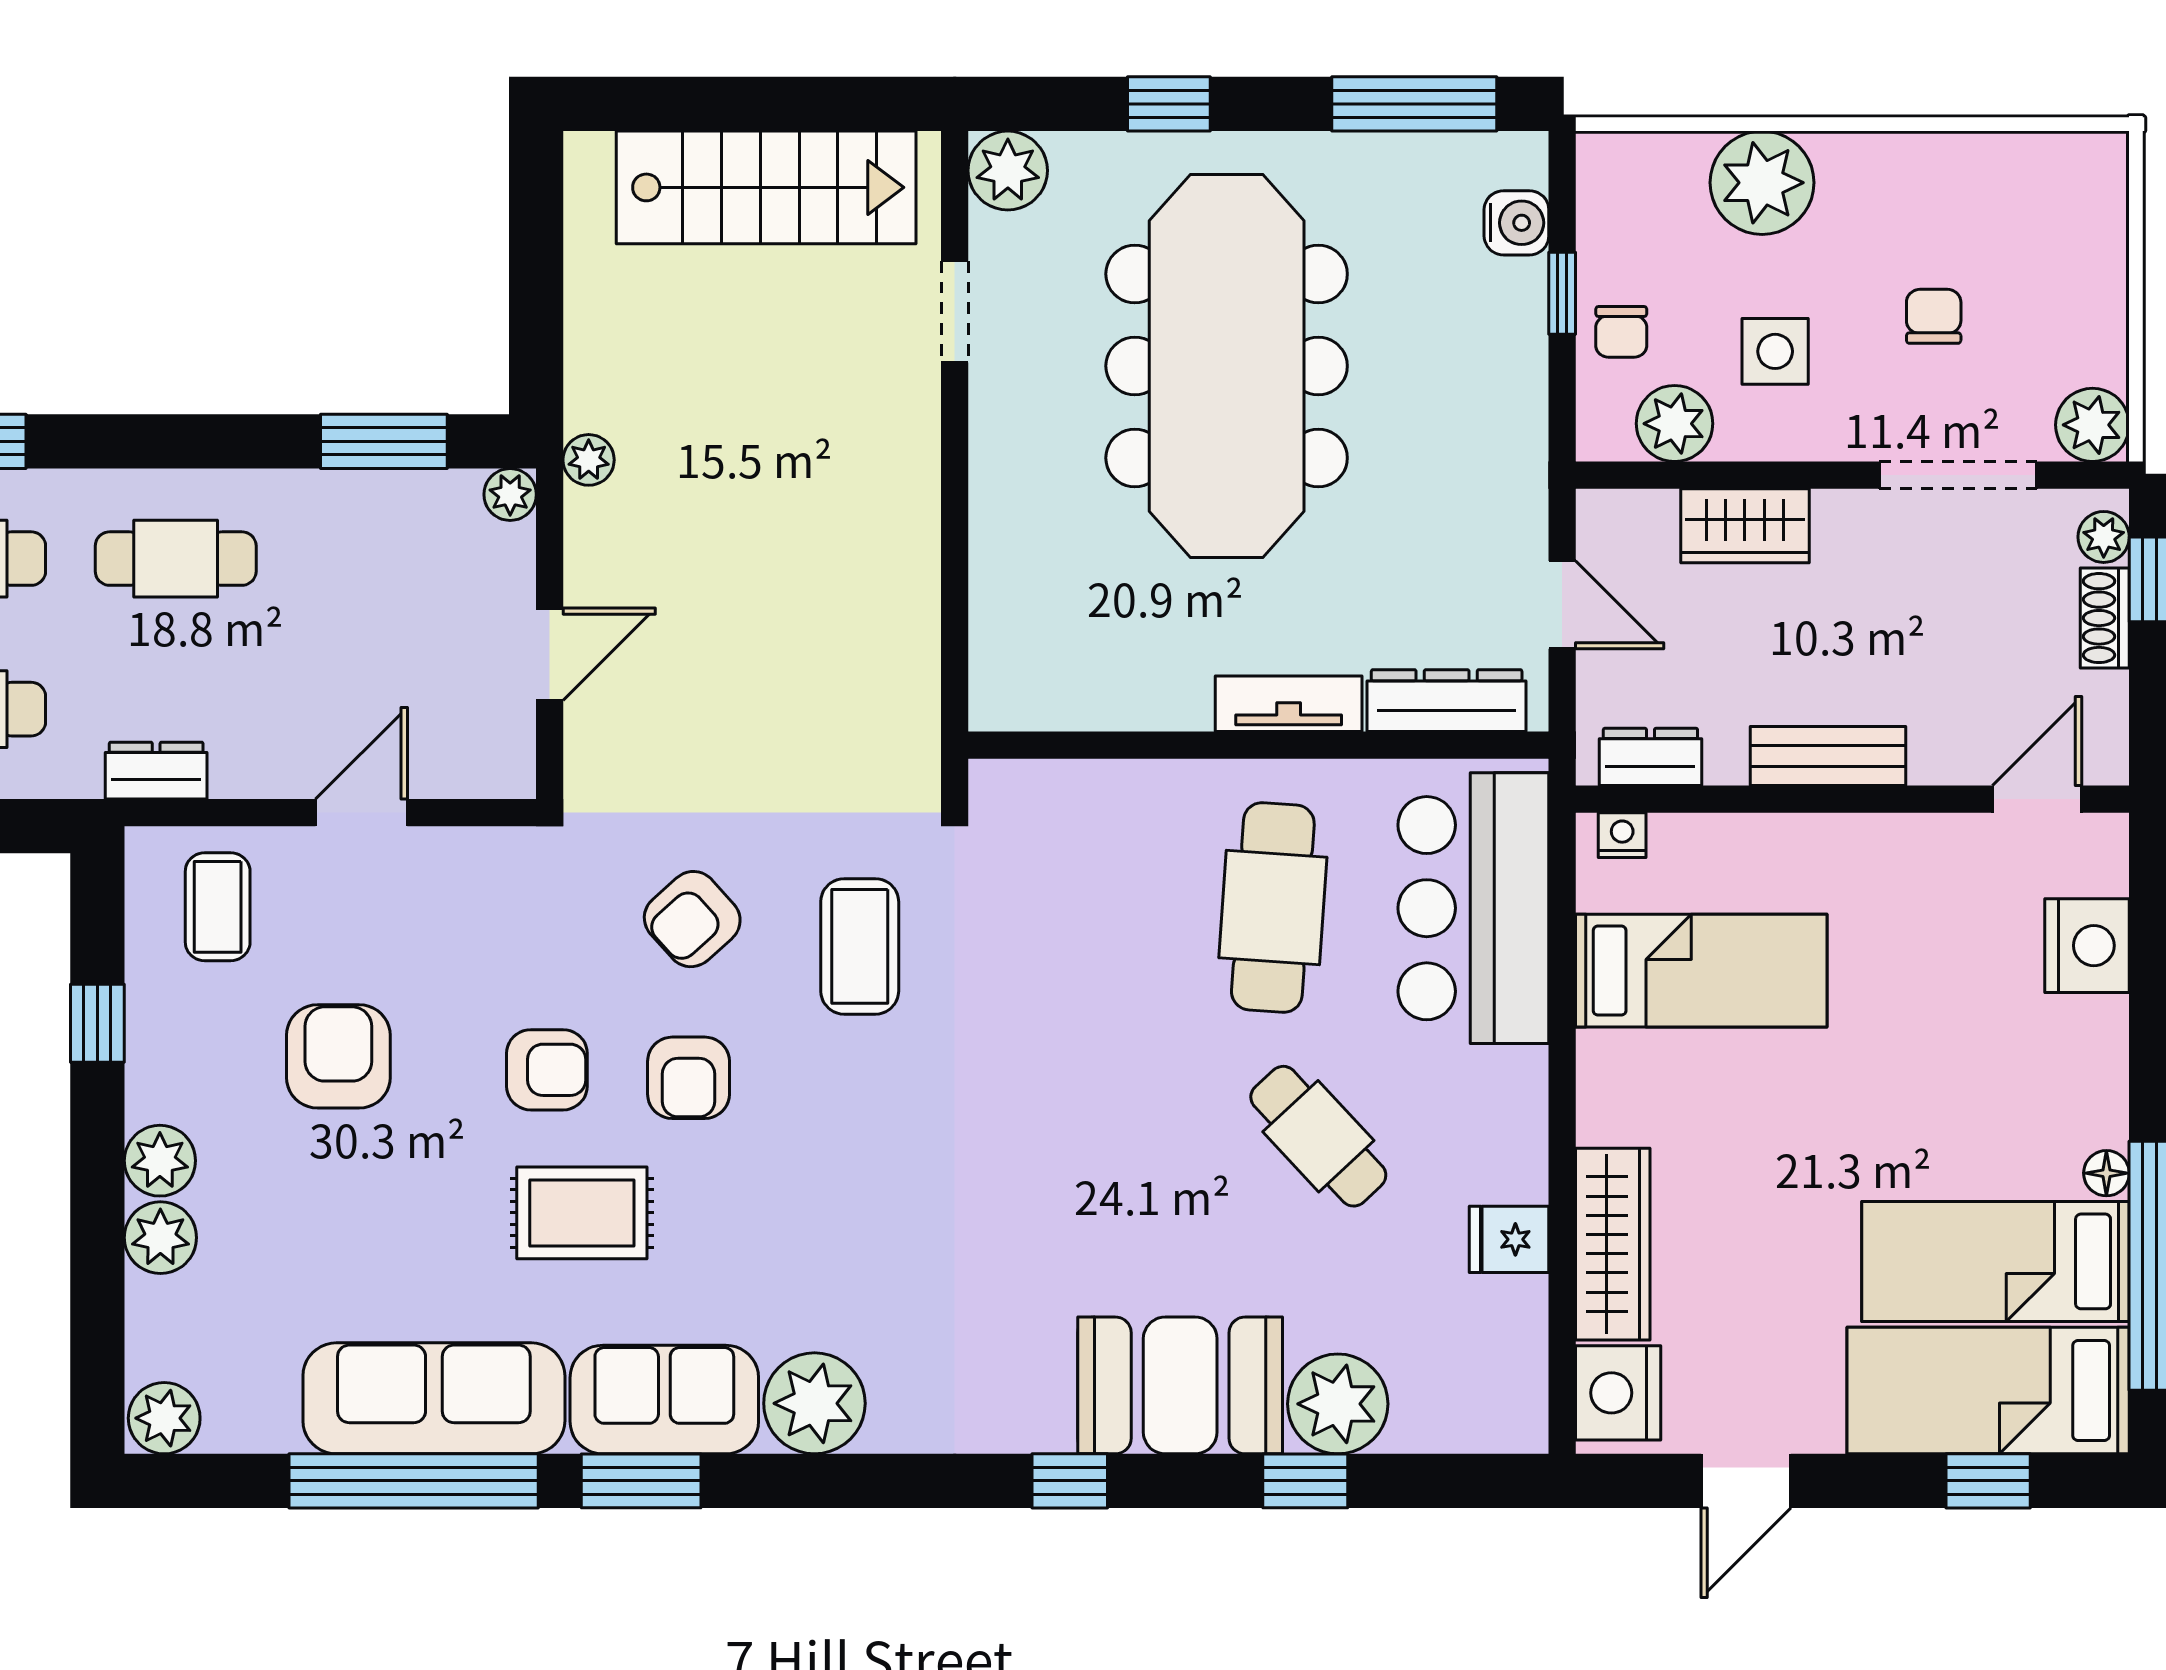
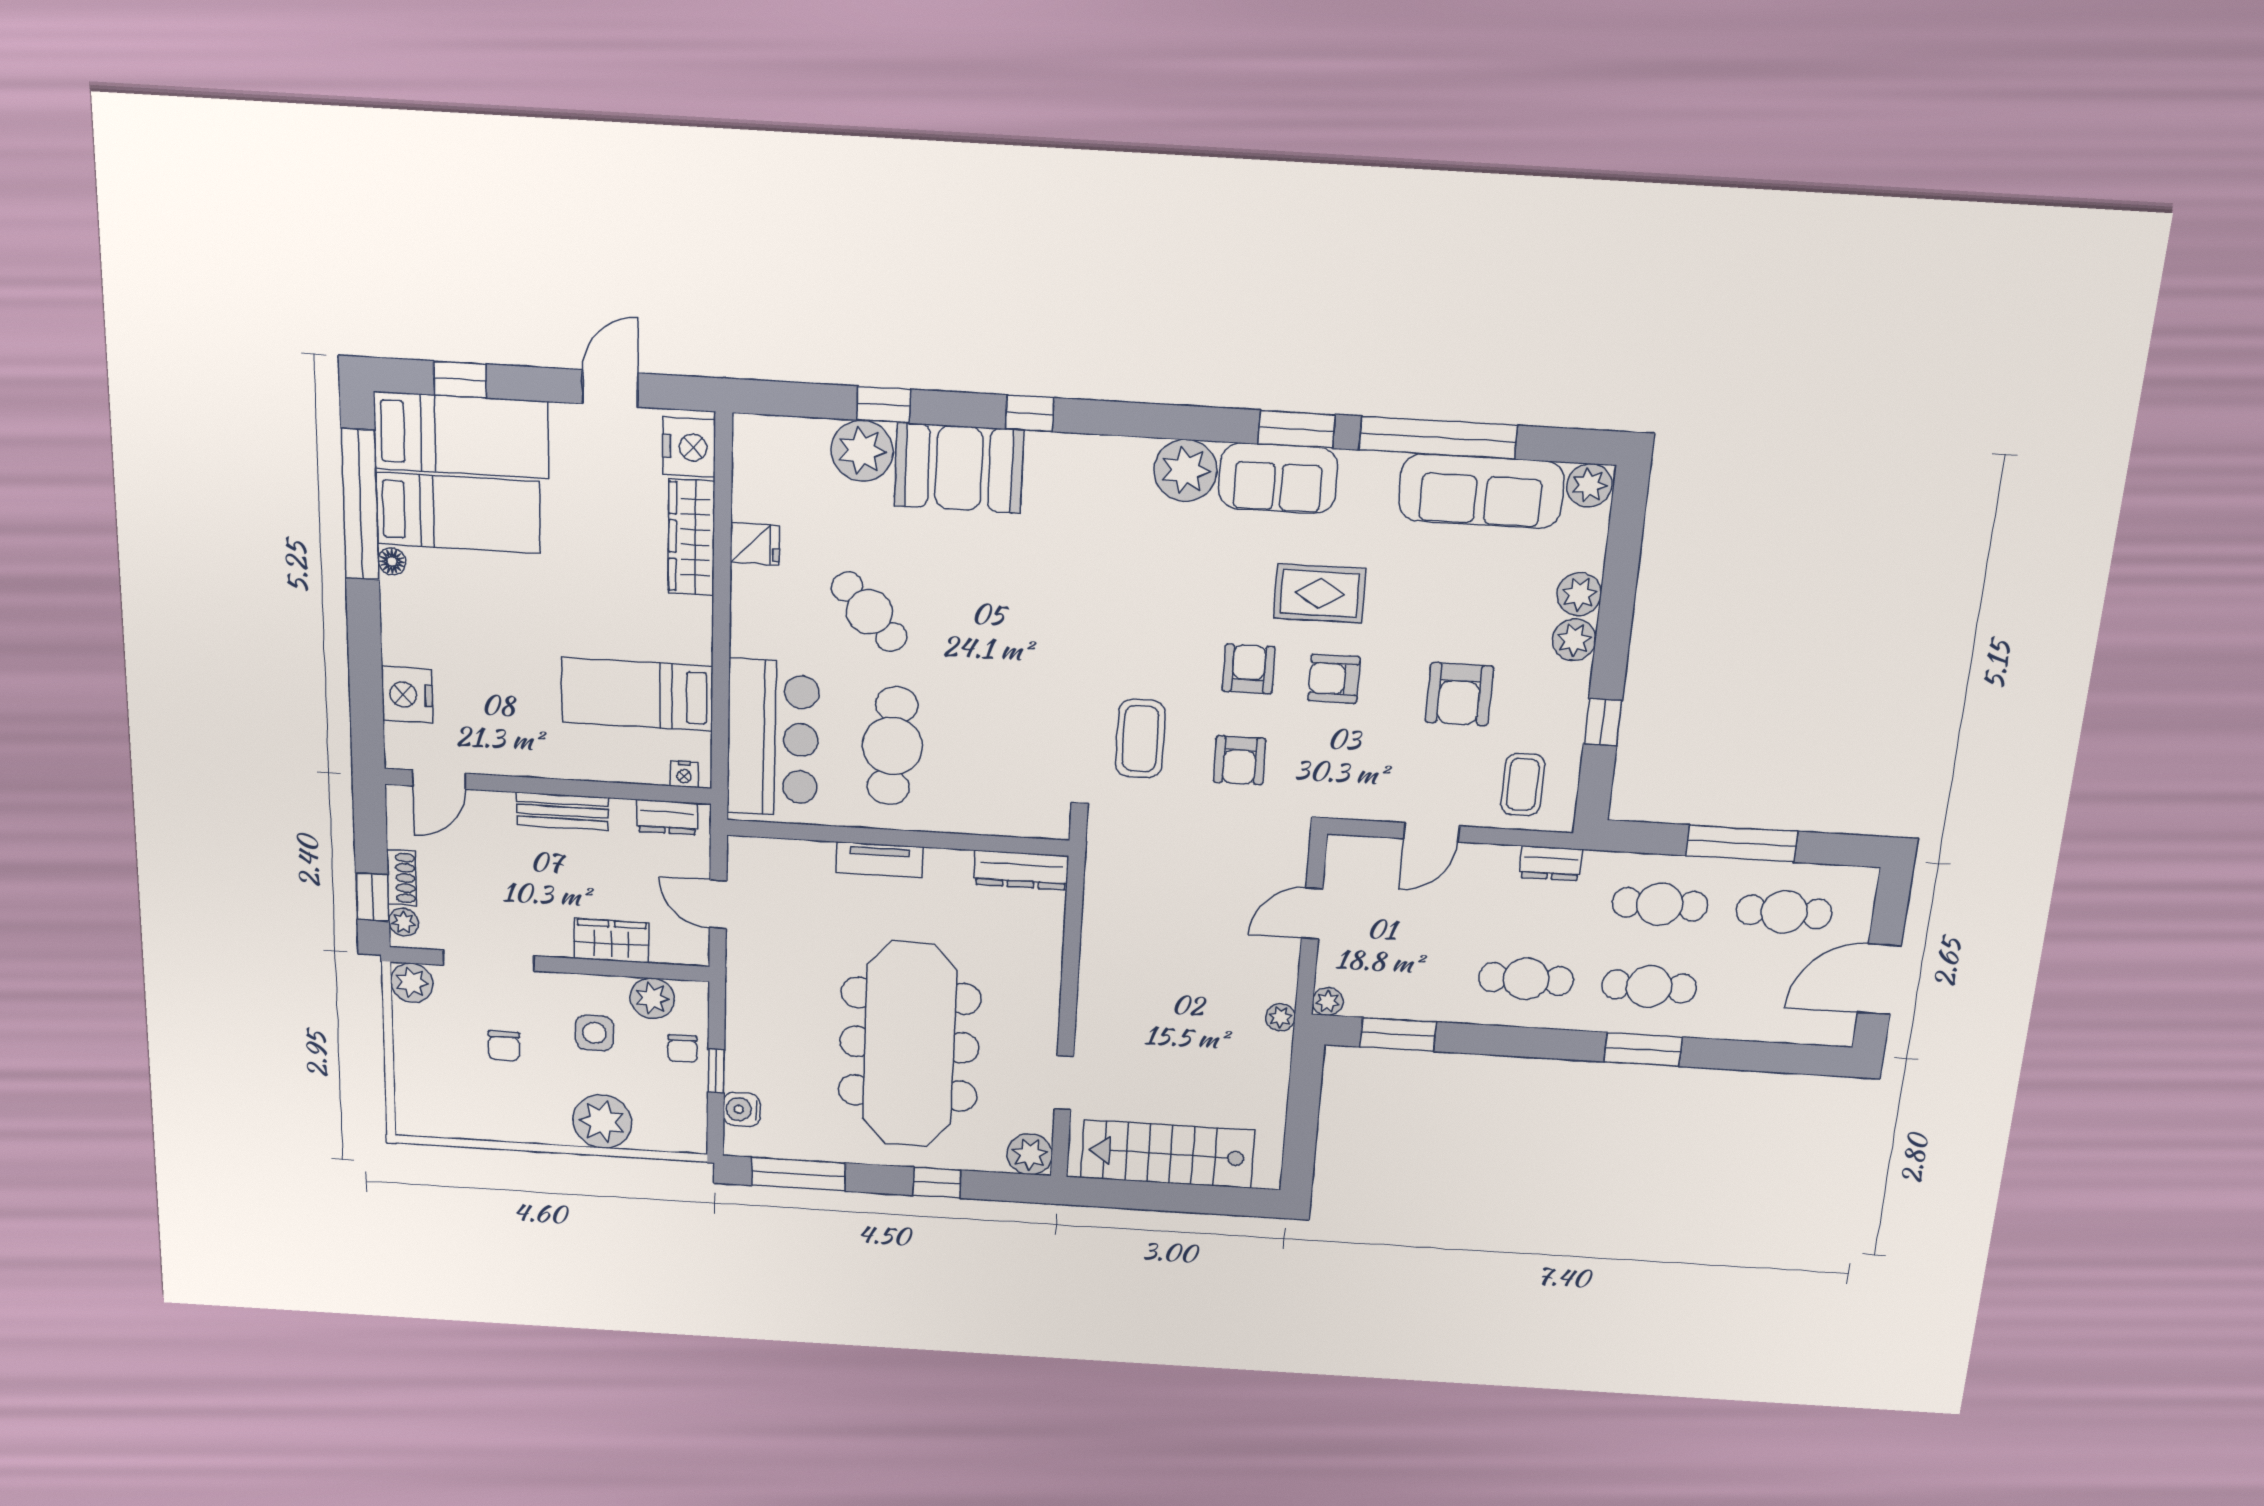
chair: (1621, 332) -> (683, 1049), turned 180
dresser: (1447, 701) -> (1021, 870), moved
armchair: (692, 919) -> (1240, 760), turned 132
sofa: (434, 1398) -> (1481, 491), moved

